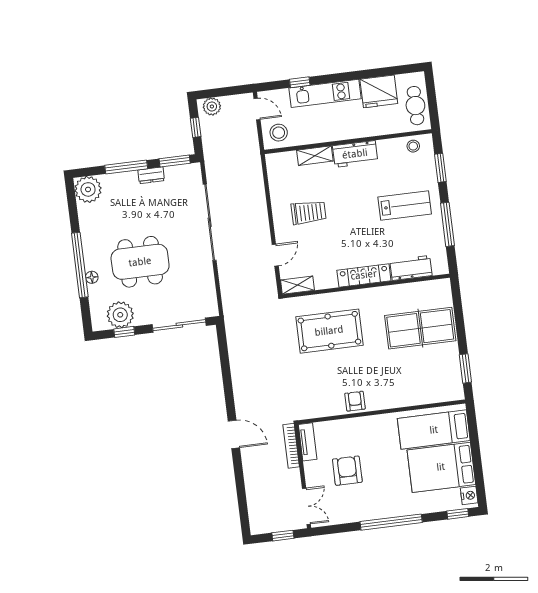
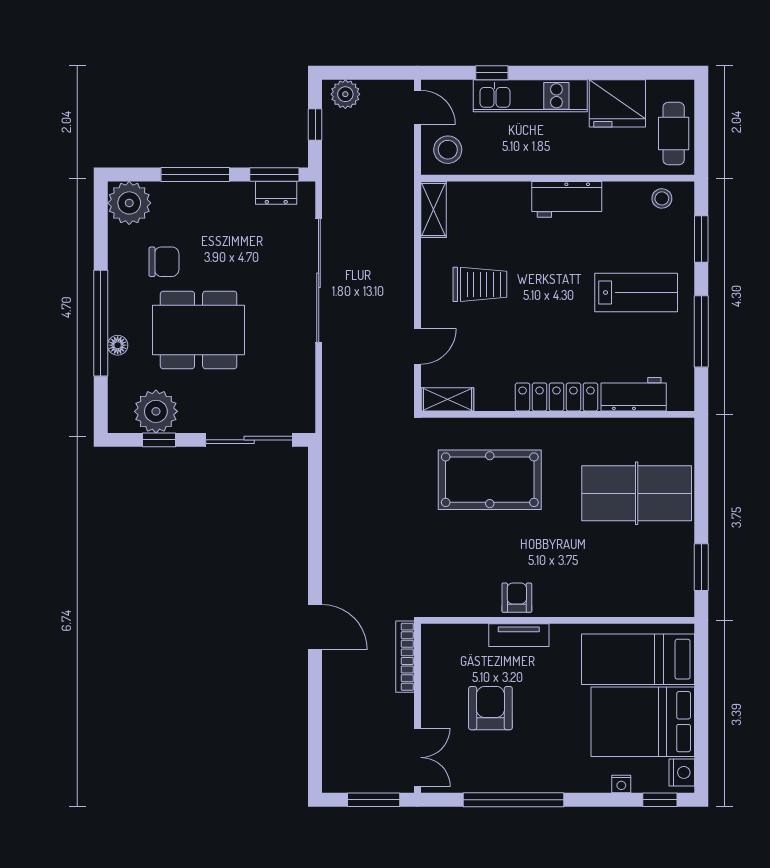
shelving: (315, 156) -> (433, 210), moved, turned 90
dresser: (151, 175) -> (276, 193), moved
chair: (114, 223) -> (164, 262), added
tv unit: (308, 442) -> (519, 635), moved, turned 90
nightstand: (433, 507) -> (621, 784), added
window: (391, 522) -> (514, 800), moved
window: (283, 536) -> (374, 800), width x1.50

